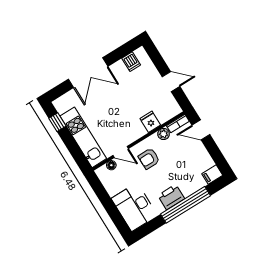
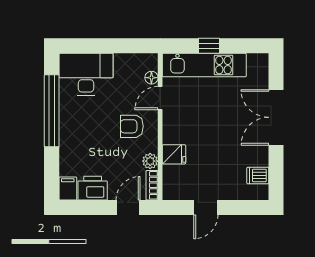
window: (57, 122) -> (209, 46), moved
armchair: (149, 159) -> (132, 126), turned -90
printer: (171, 197) -> (93, 188), moved, turned -90
window: (186, 205) -> (52, 111), moved

